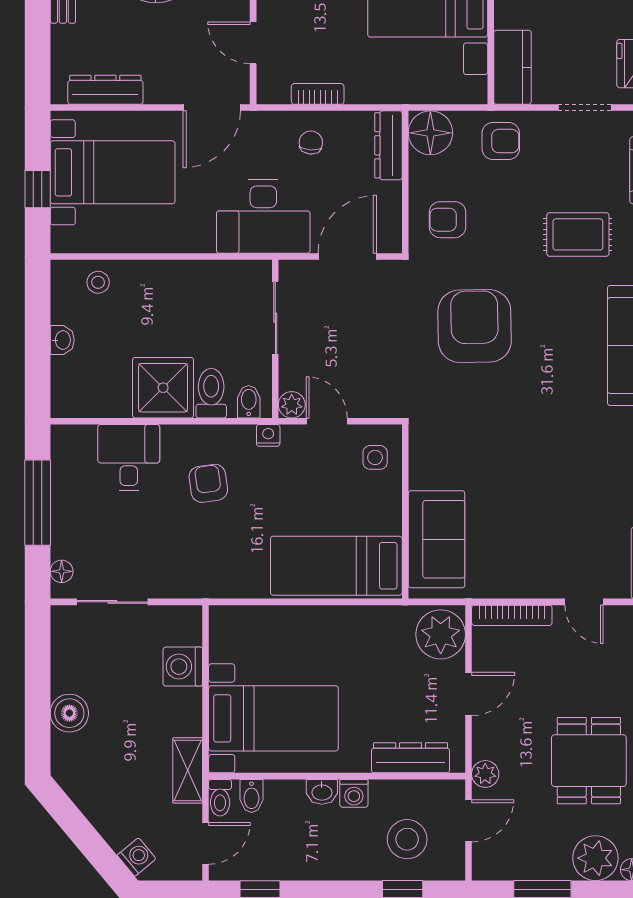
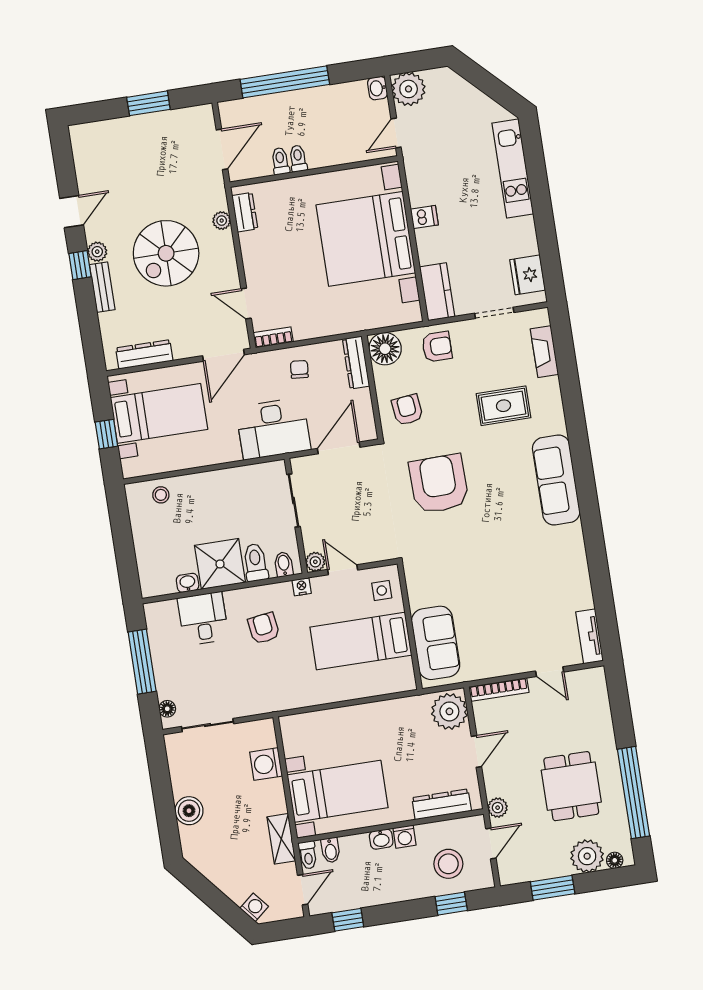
bookcase: (318, 94) -> (273, 337), moved
armchair: (448, 220) -> (407, 410), turned 84
washbasin: (62, 340) -> (188, 583), moved, turned -90
bed: (336, 566) -> (361, 641), moved

